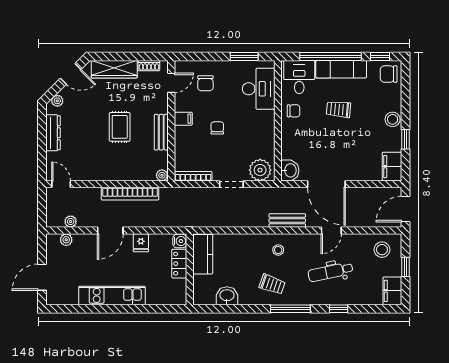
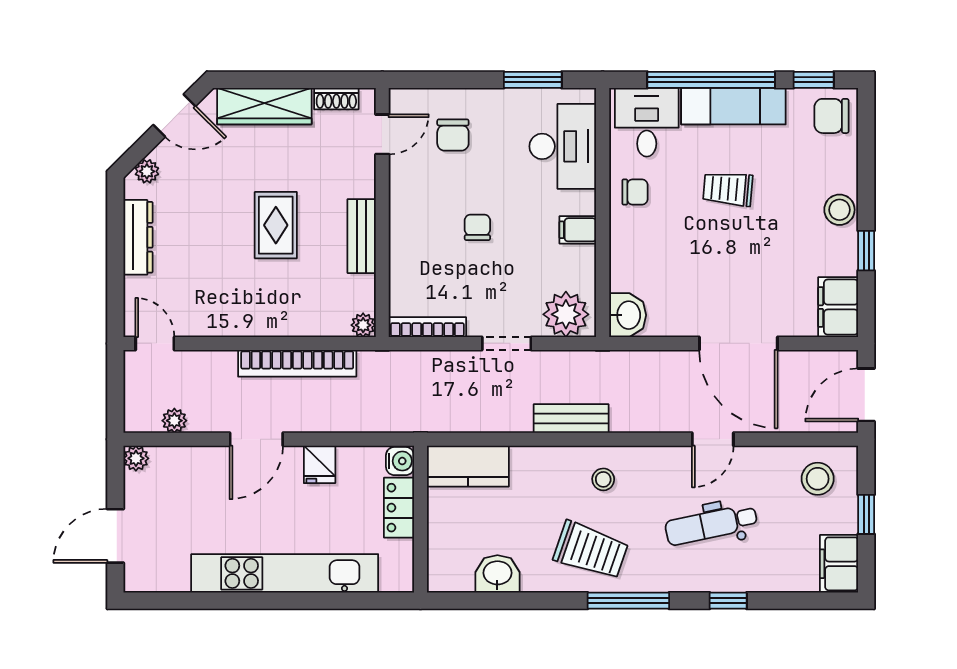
filing cabinet: (183, 119) -> (578, 230), moved, turned 180
door: (326, 184) -> (738, 343), moved
bench: (287, 221) -> (571, 419), moved
plant: (66, 240) -> (136, 458), moved
kitchen counter: (203, 254) -> (468, 466), moved, turned 90
trolley: (272, 284) -> (591, 550), width x1.36, depth x1.39
kitchen unit: (112, 295) -> (285, 573), width x1.36

